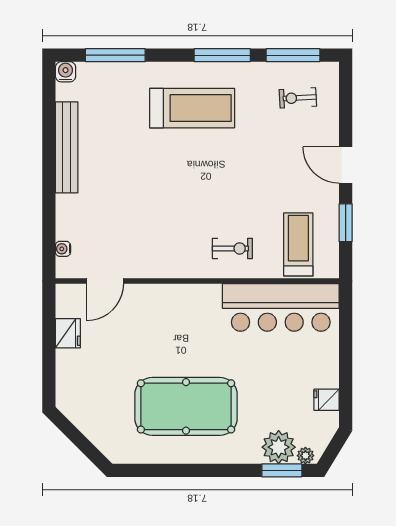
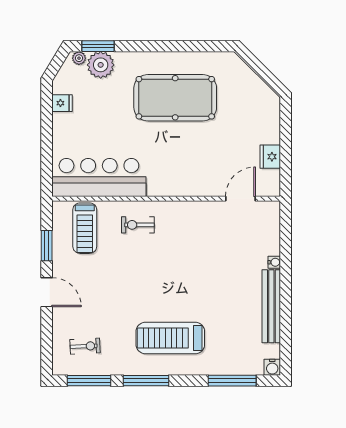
water cooler: (63, 249) -> (274, 262), moved

